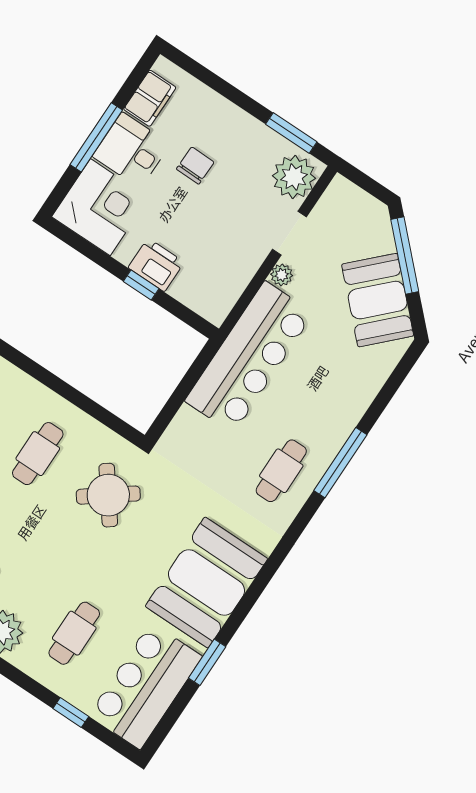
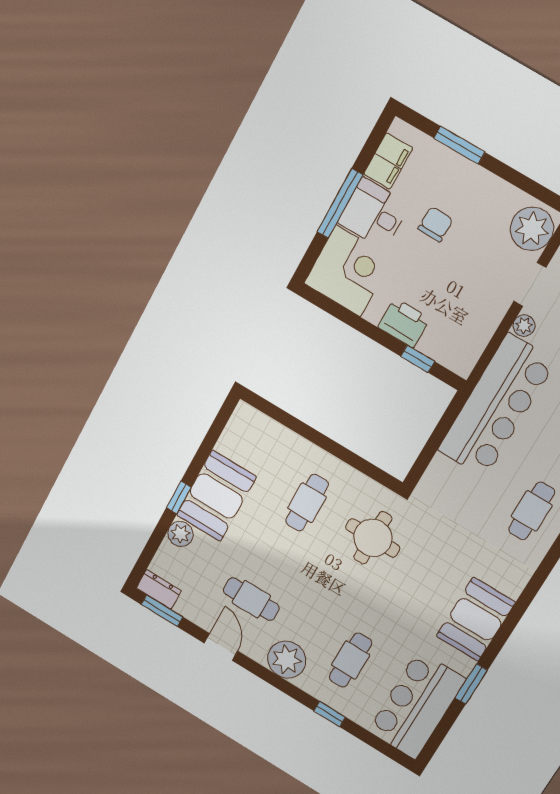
window: (291, 133) -> (459, 145), moved
window: (141, 285) -> (418, 359), moved
round table: (108, 495) -> (373, 538), turned 37
booth: (206, 583) -> (476, 619), width x0.73, depth x0.70
window: (71, 712) -> (330, 714), moved

